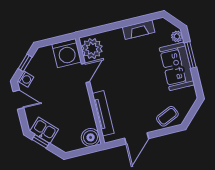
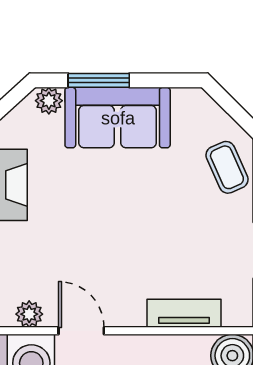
plant: (92, 49) -> (29, 314), width x0.53, depth x0.53
tv unit: (103, 113) -> (184, 313), width x0.71

